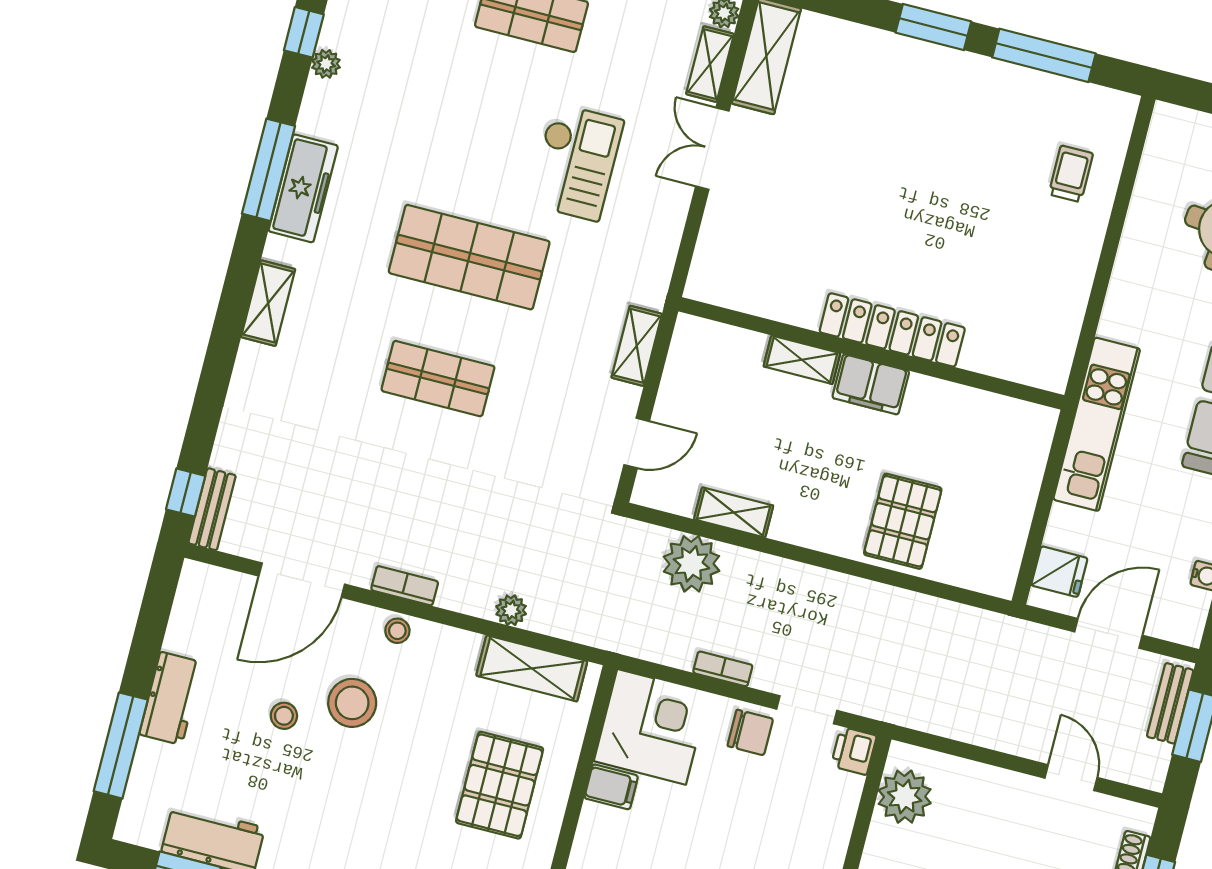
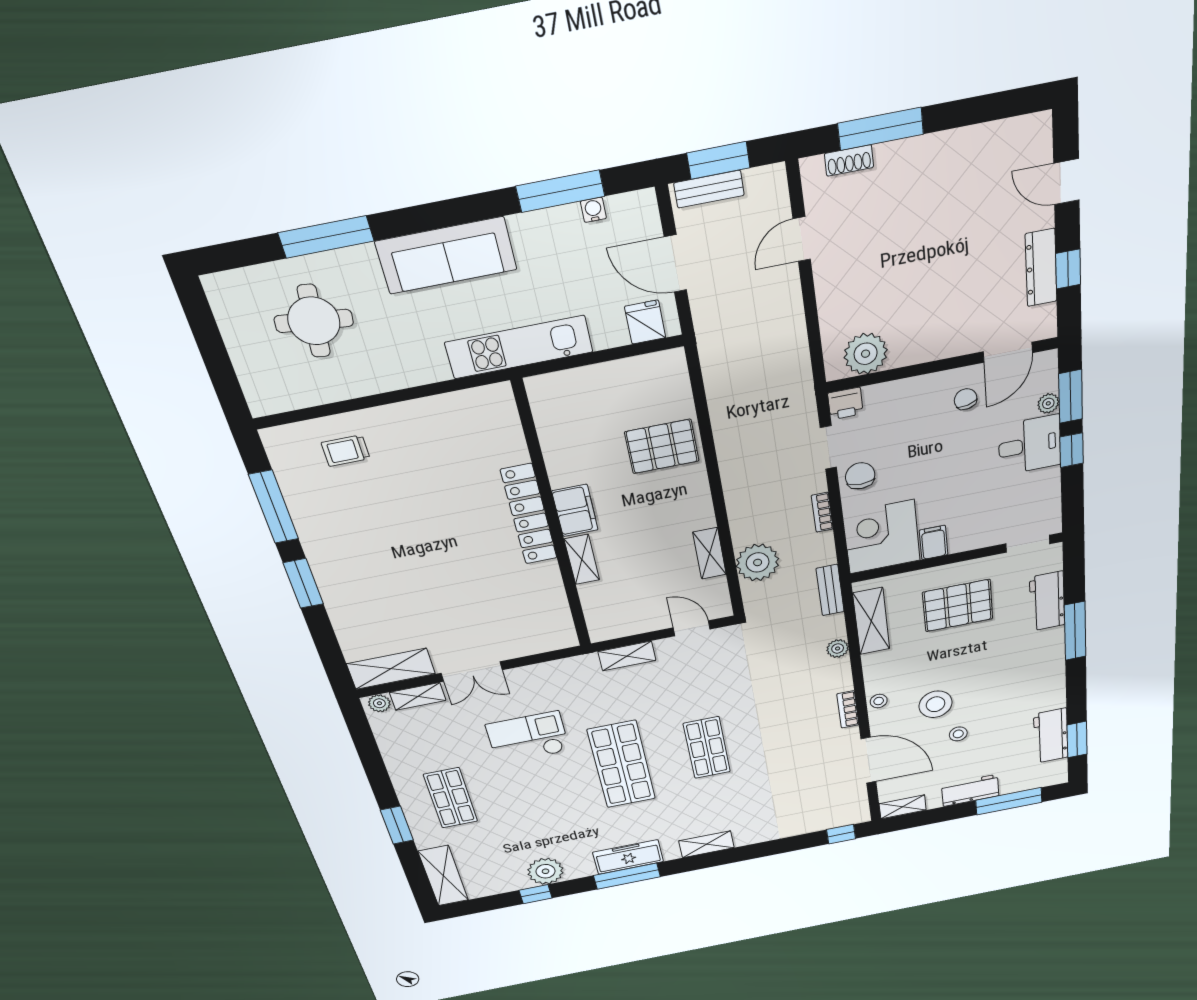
plant: (326, 64) -> (545, 871), width x1.87, depth x1.87
bench: (212, 509) -> (830, 590), moved, turned 90
shelving: (191, 595) -> (903, 807), added

